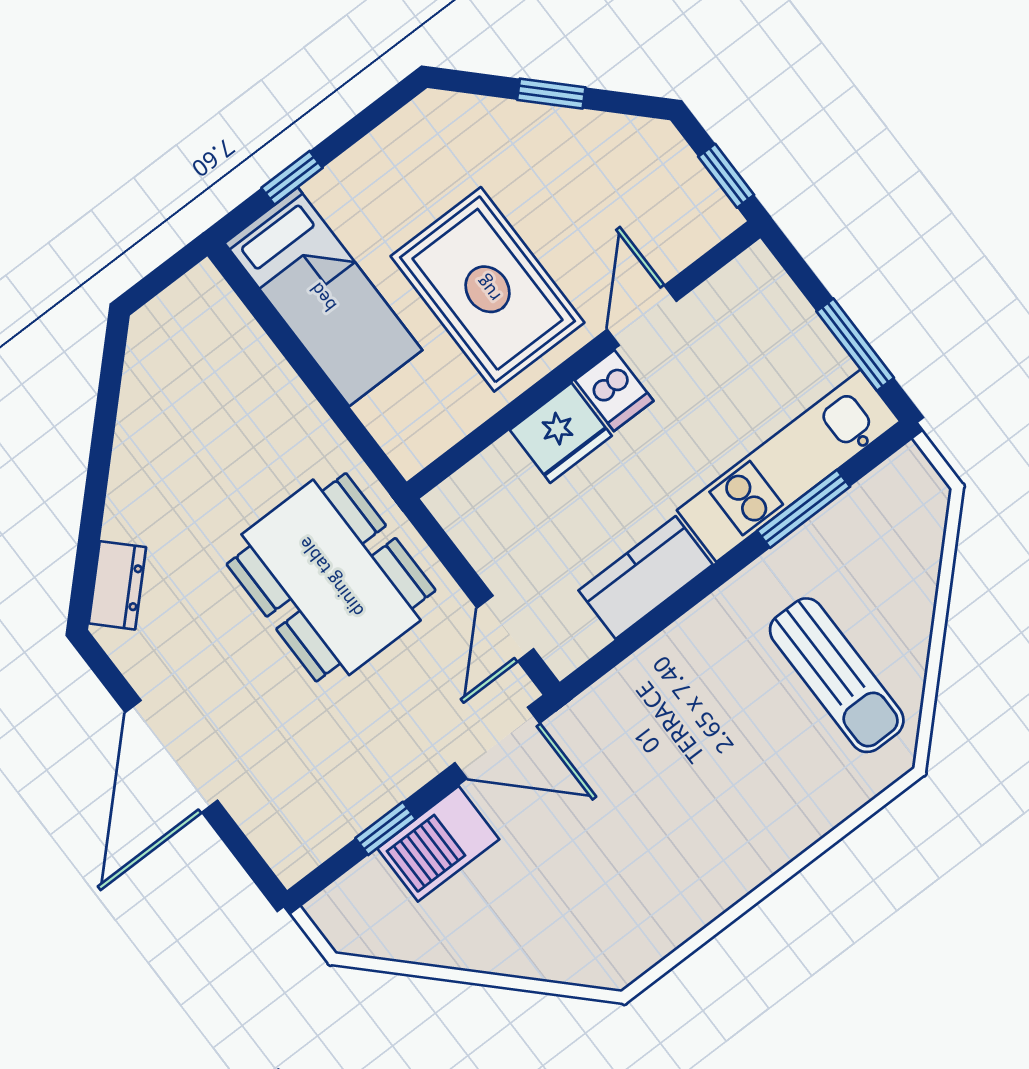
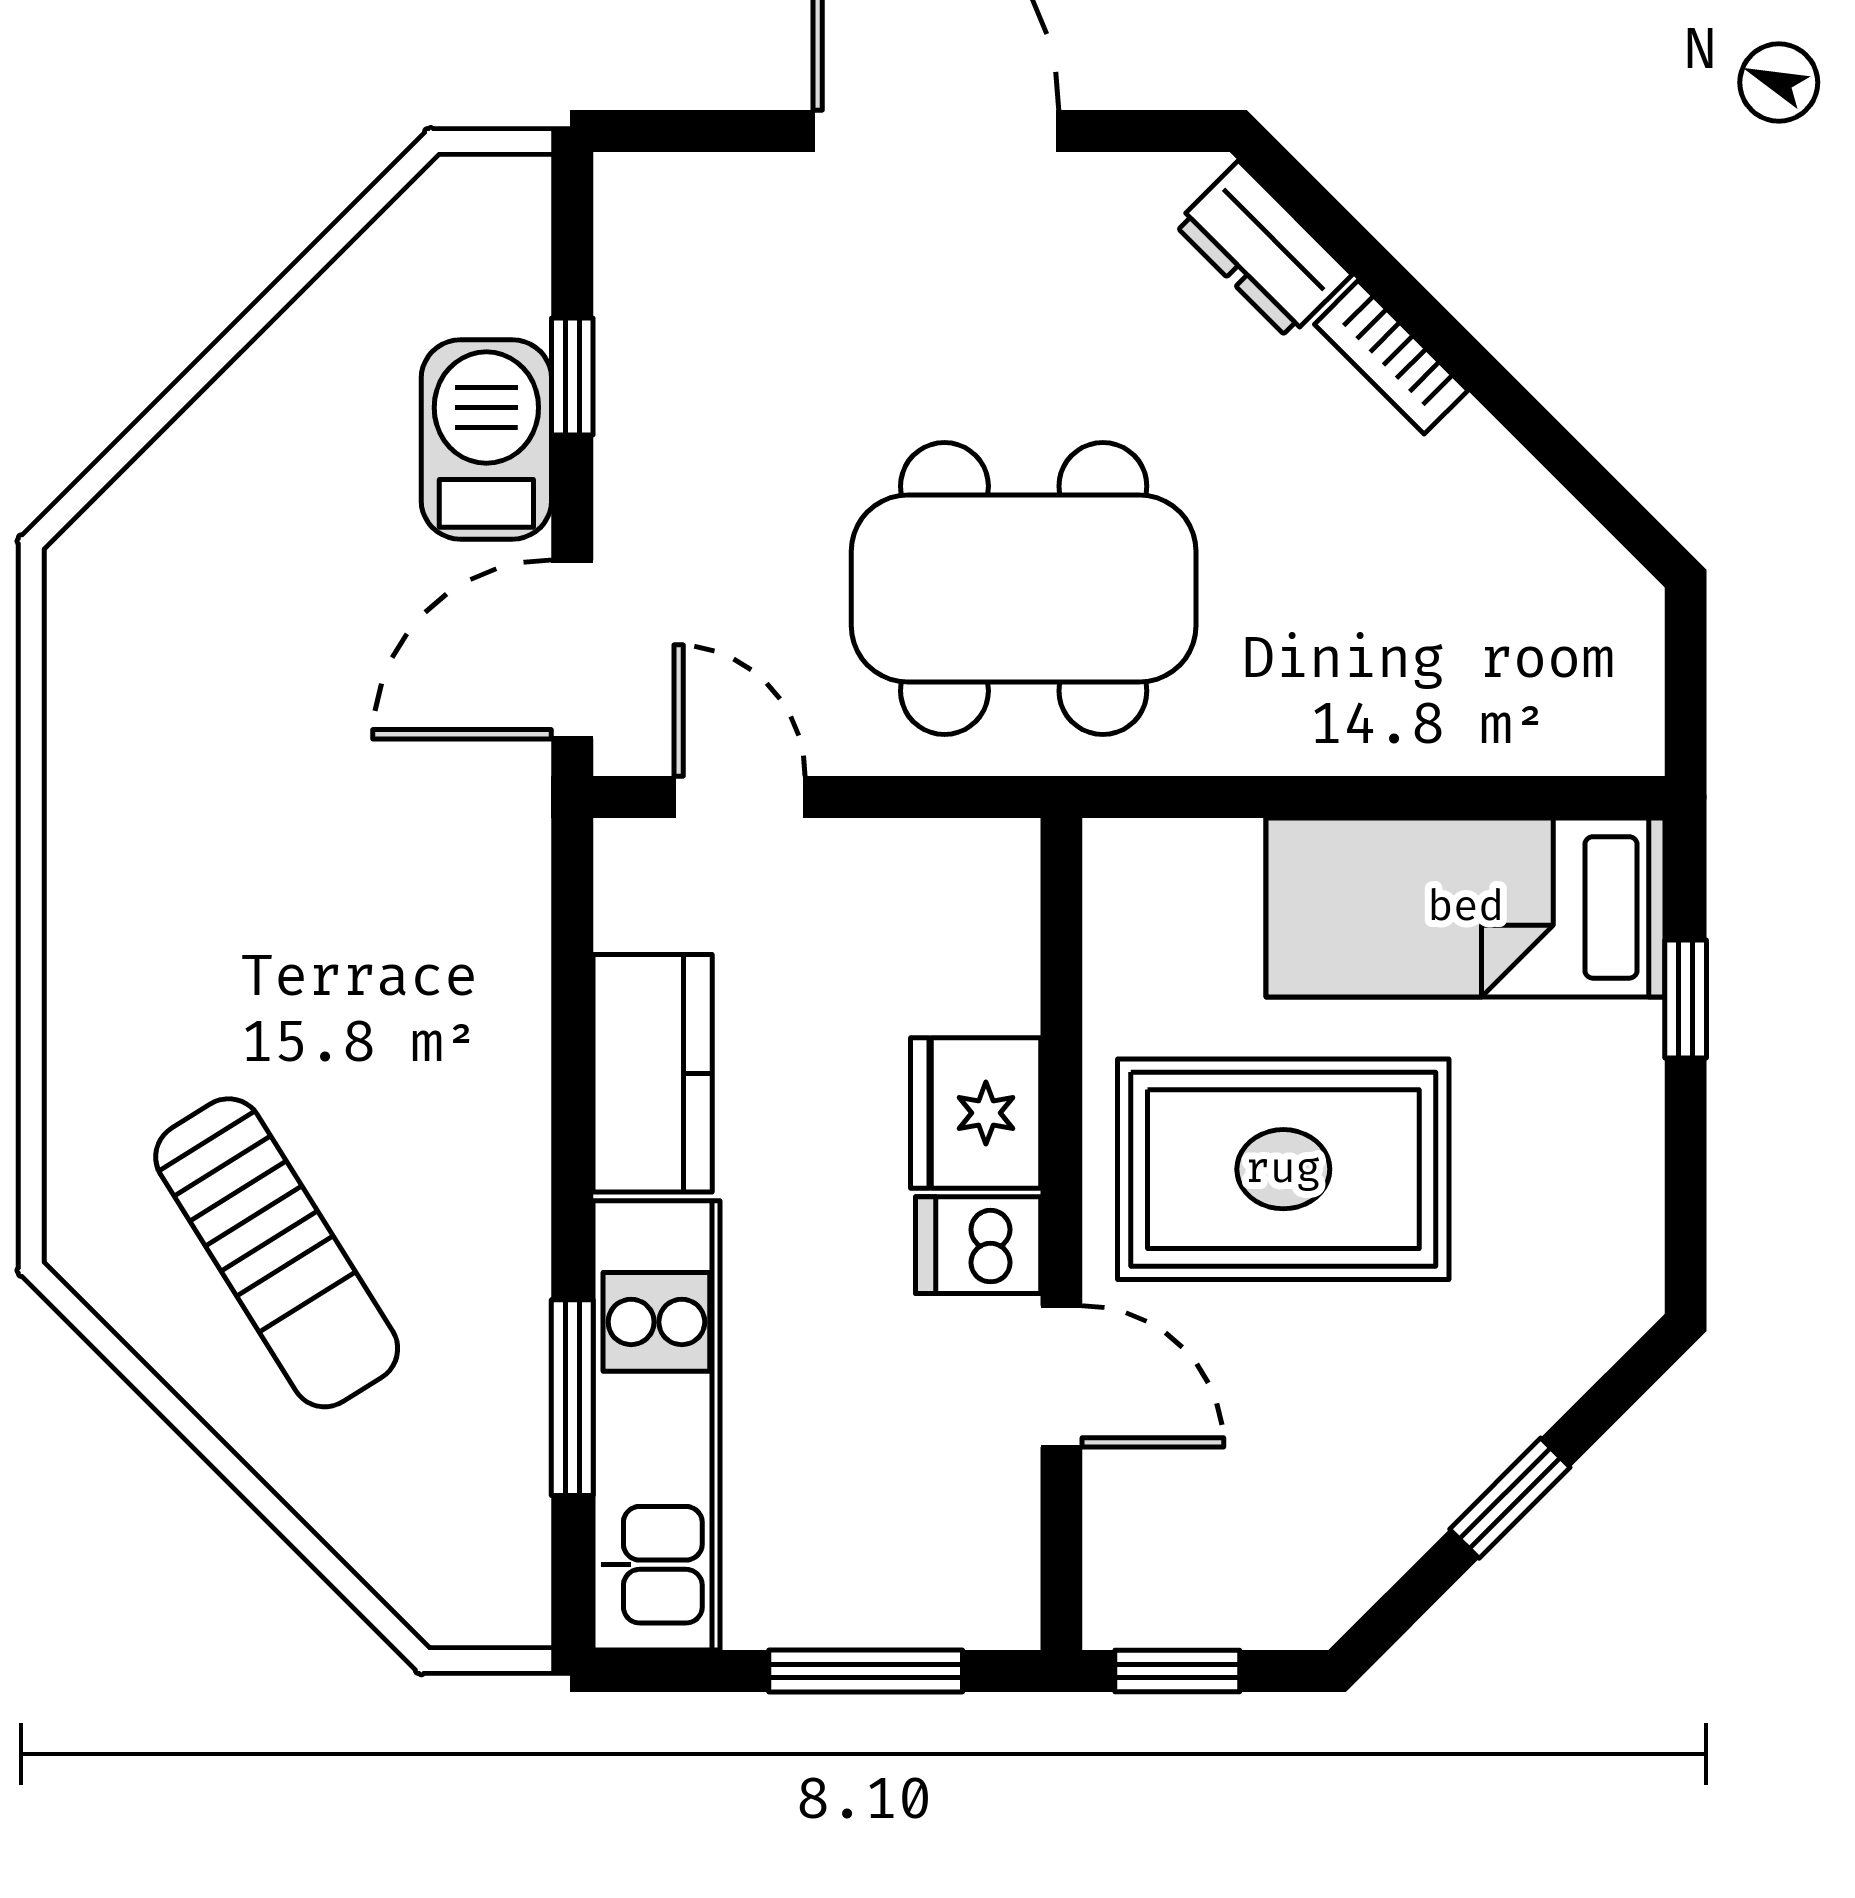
window: (855, 345) -> (866, 1671), moved
bookcase: (121, 499) -> (1391, 357), added
sun lounger: (837, 675) -> (277, 1253), turned -122

